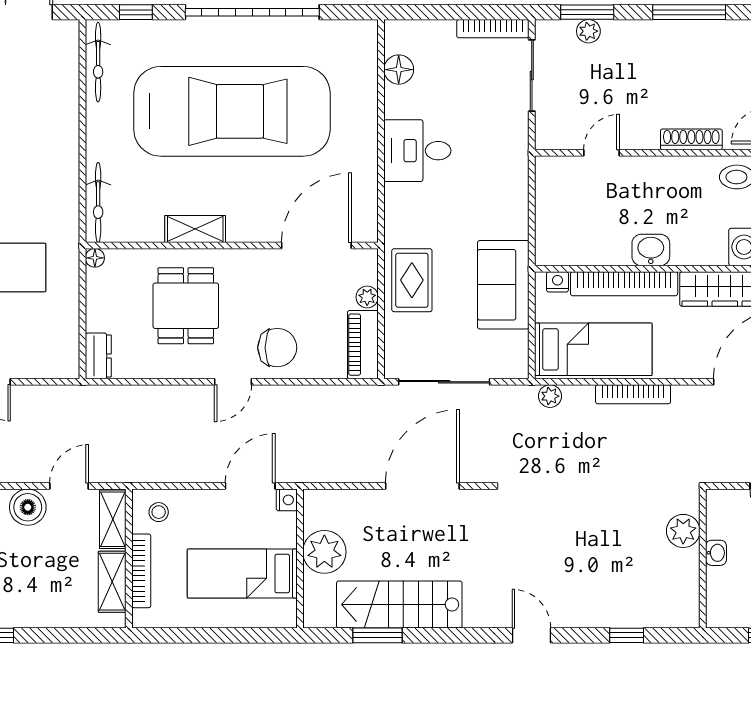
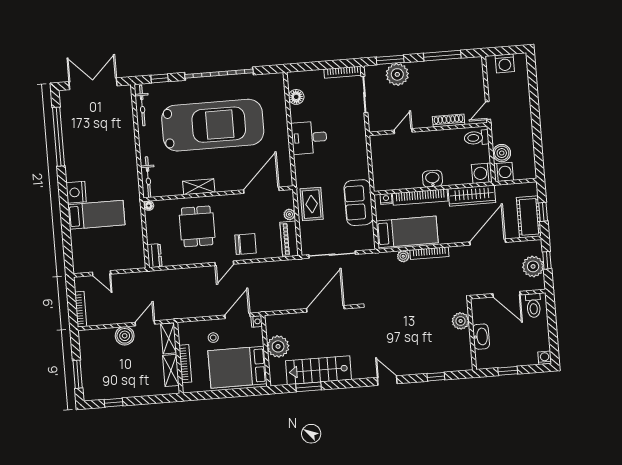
plant: (588, 31) -> (397, 74), width x1.87, depth x1.87
plant: (550, 396) -> (403, 256), moved
stool: (159, 512) -> (213, 338), moved
washbasin: (716, 553) -> (481, 337), width x1.91, depth x1.45
bed: (242, 574) -> (237, 367), width x1.50

